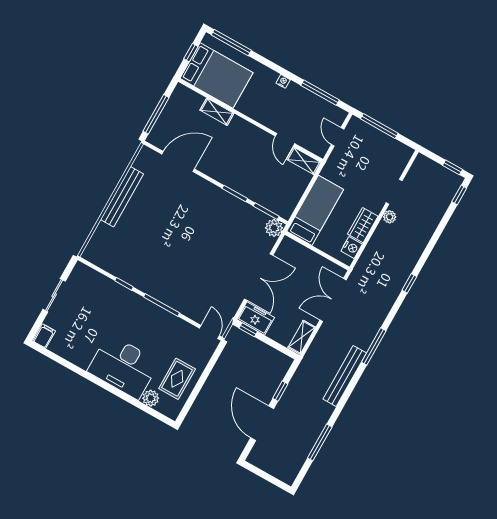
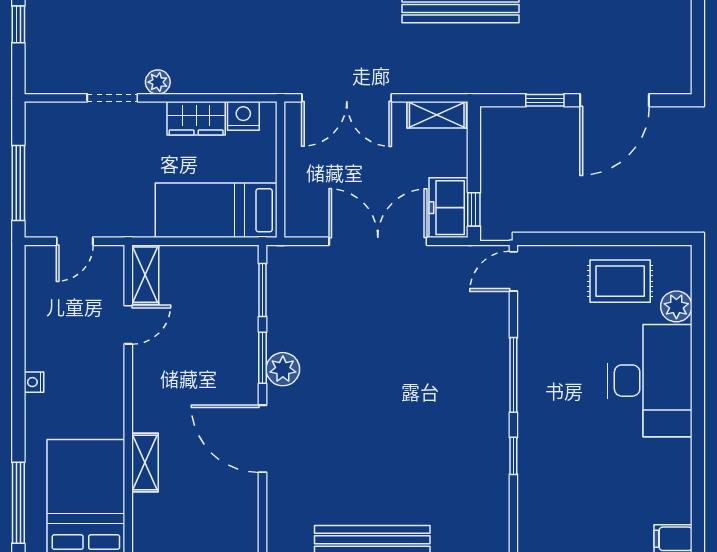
window: (320, 93) -> (18, 311), removed
door: (178, 162) -> (263, 439), moved
plant: (274, 228) -> (283, 369), moved

